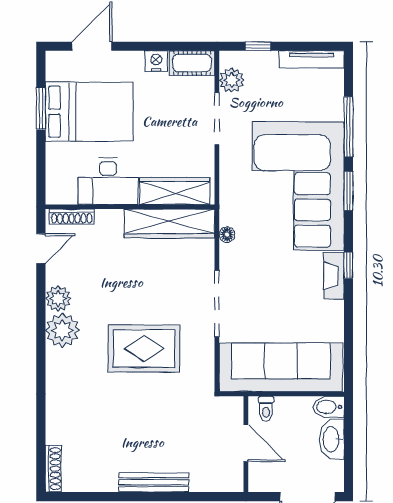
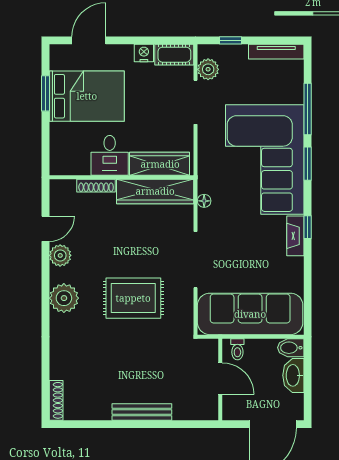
desk: (108, 181) -> (110, 155), width x0.73
shoe rack: (72, 217) -> (96, 186), moved
door: (41, 249) -> (46, 229), moved
plant: (62, 330) -> (64, 298), moved

